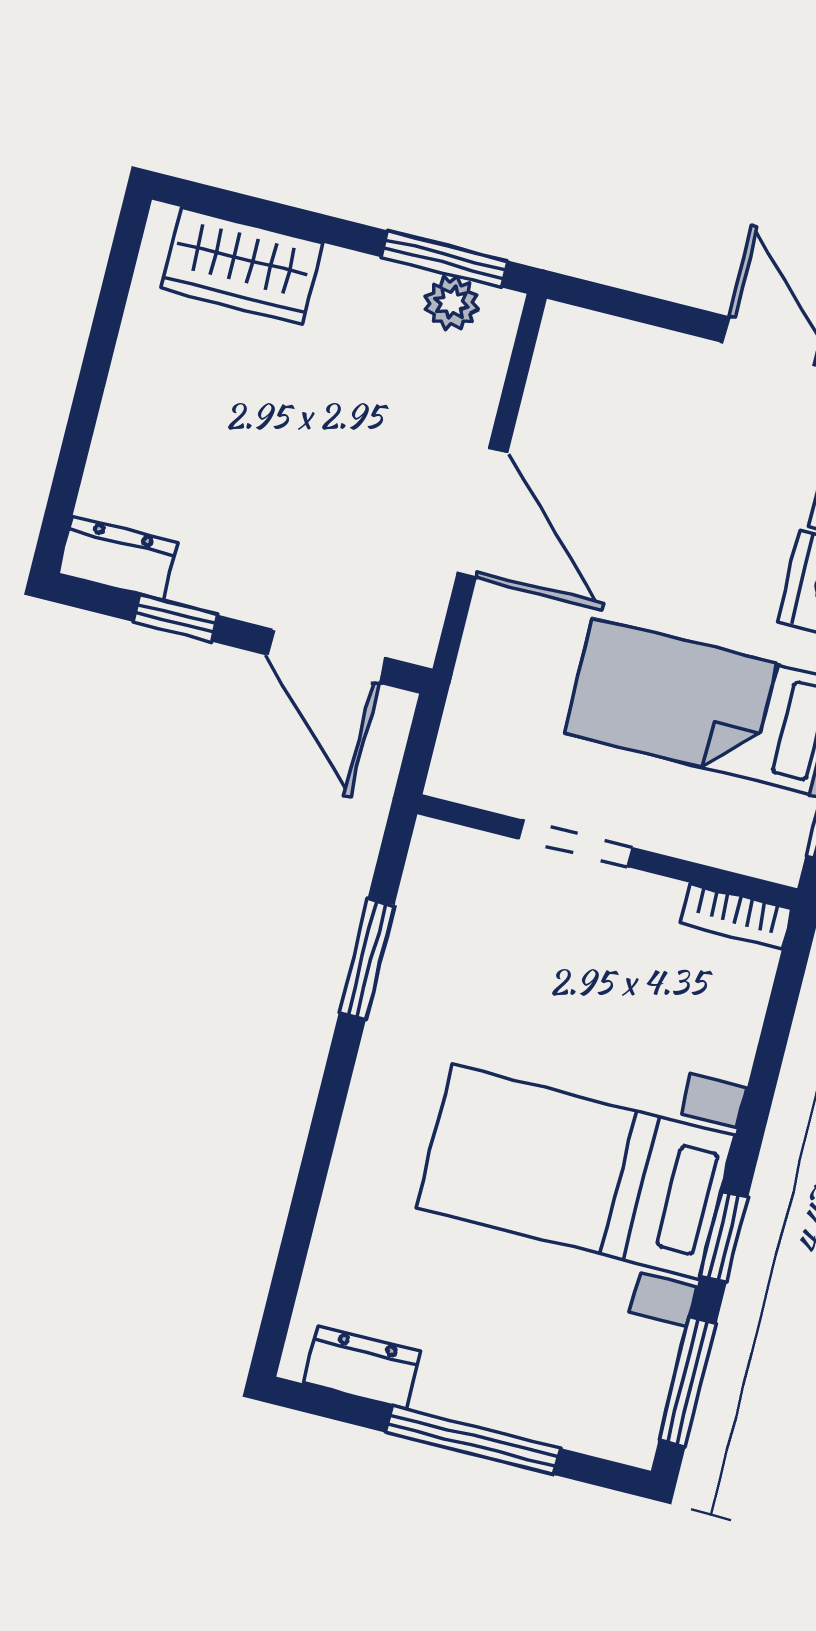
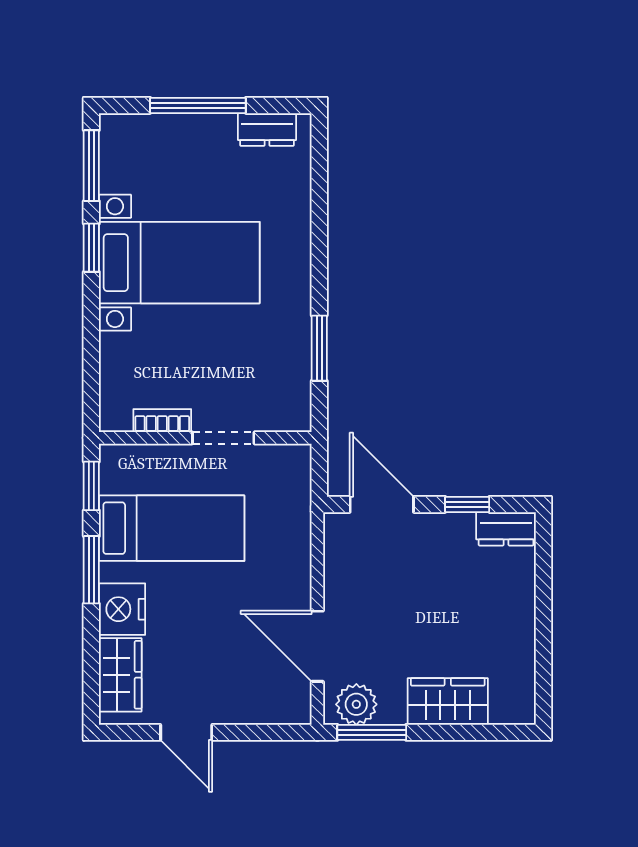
wardrobe: (242, 266) -> (448, 701), moved
plant: (452, 303) -> (356, 704), width x1.38, depth x1.38
door: (482, 513) -> (317, 646), moved
bookcase: (736, 916) -> (162, 421), moved

